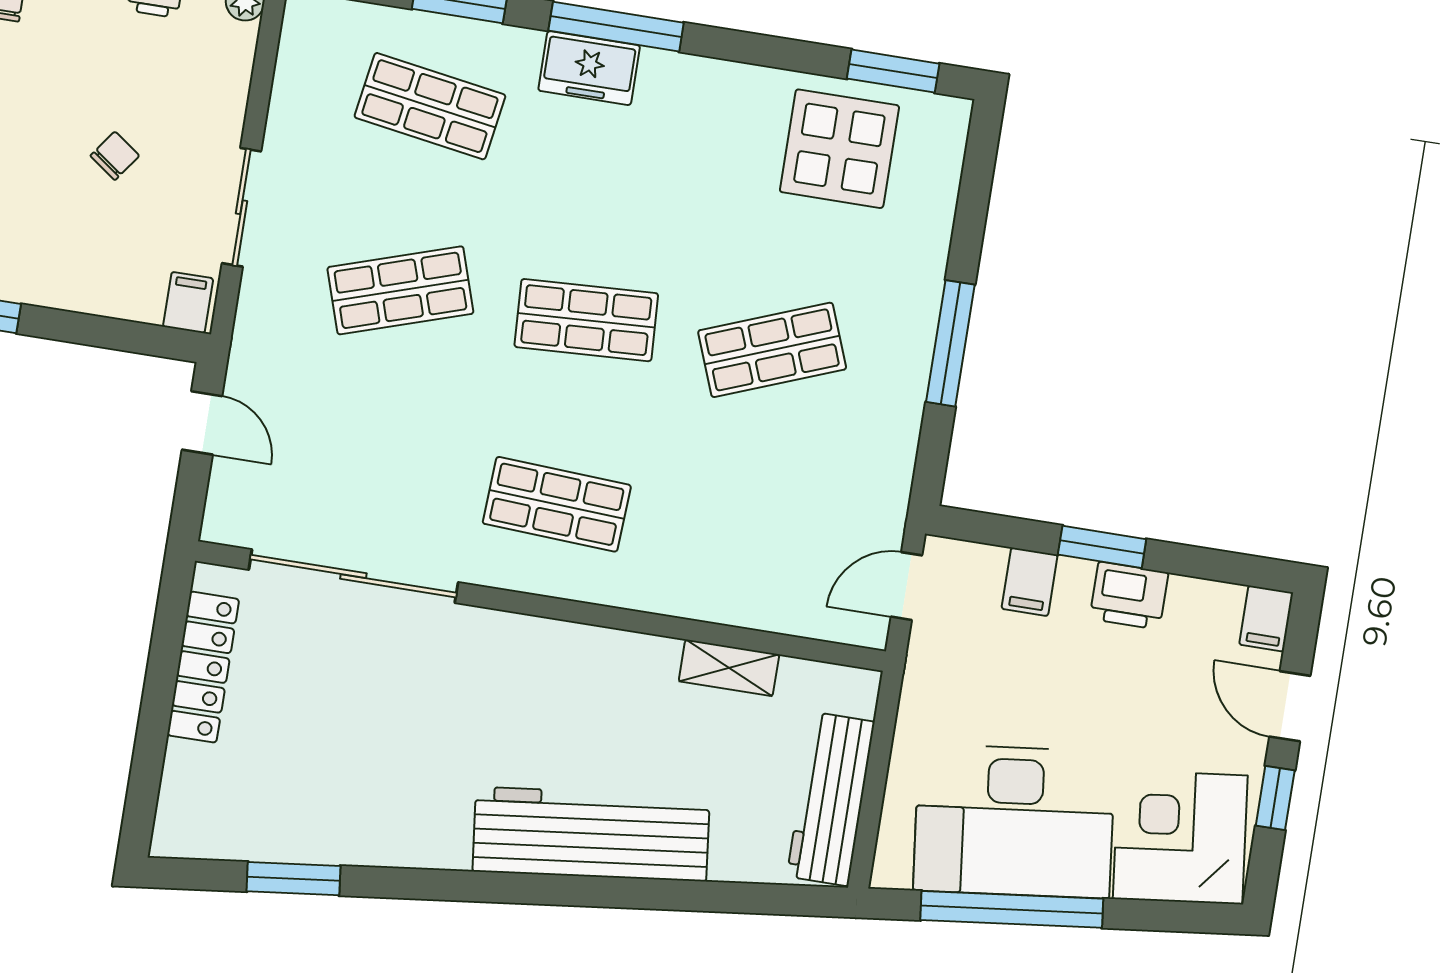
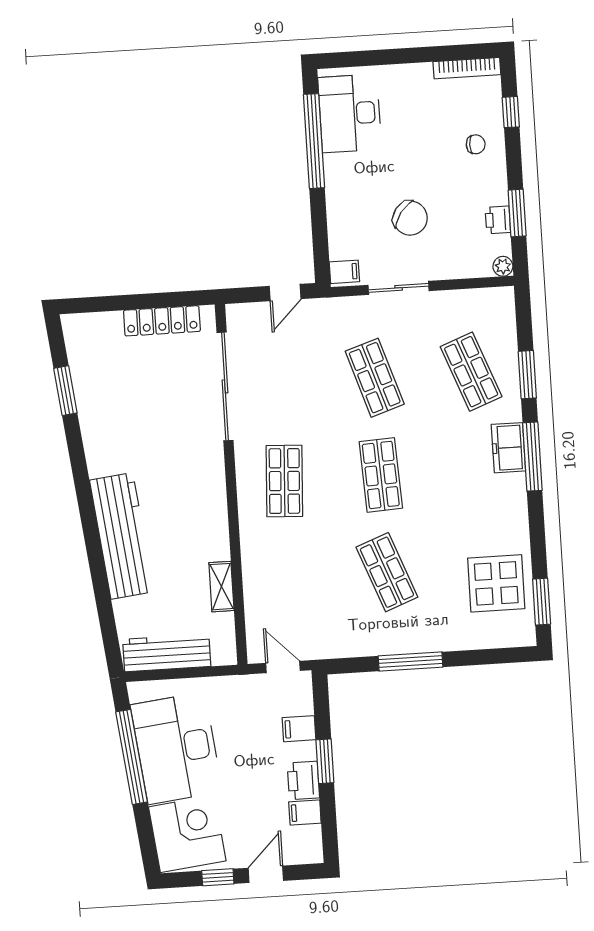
shop shelf: (430, 106) -> (471, 372), turned -30
chair: (115, 156) -> (410, 218), width x1.87, depth x1.87
filing cabinet: (1266, 619) -> (305, 812), moved

